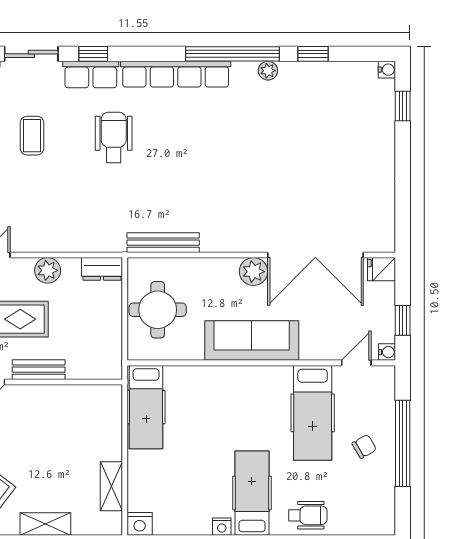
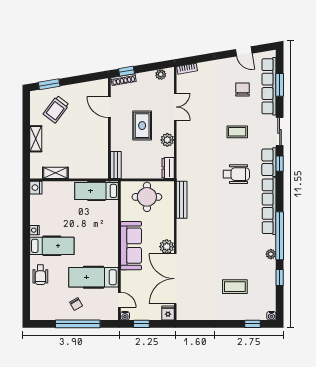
coffee table: (331, 140) -> (235, 287), added
bench: (39, 370) -> (116, 165), moved

